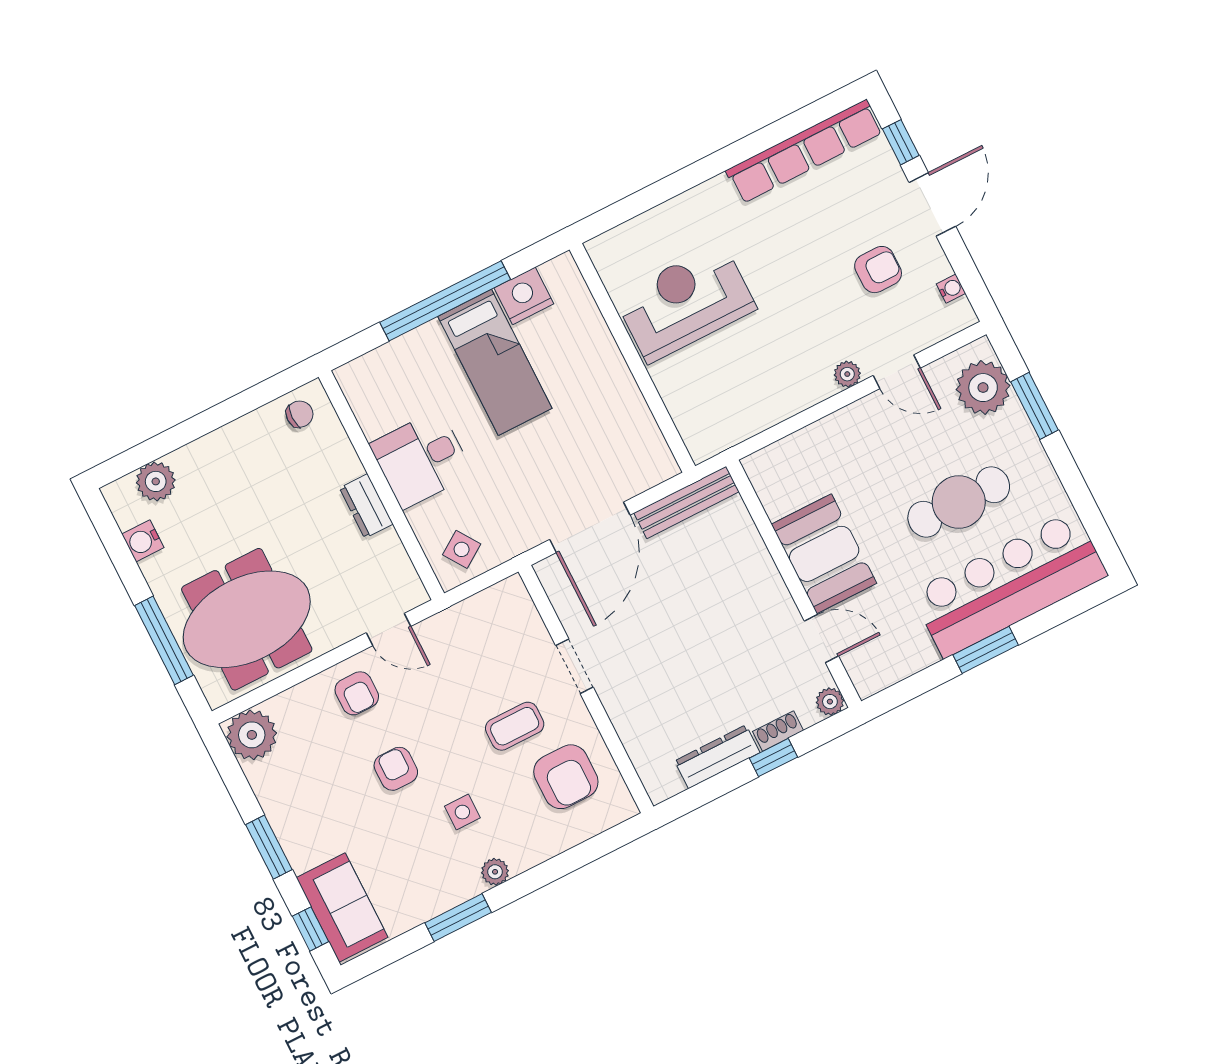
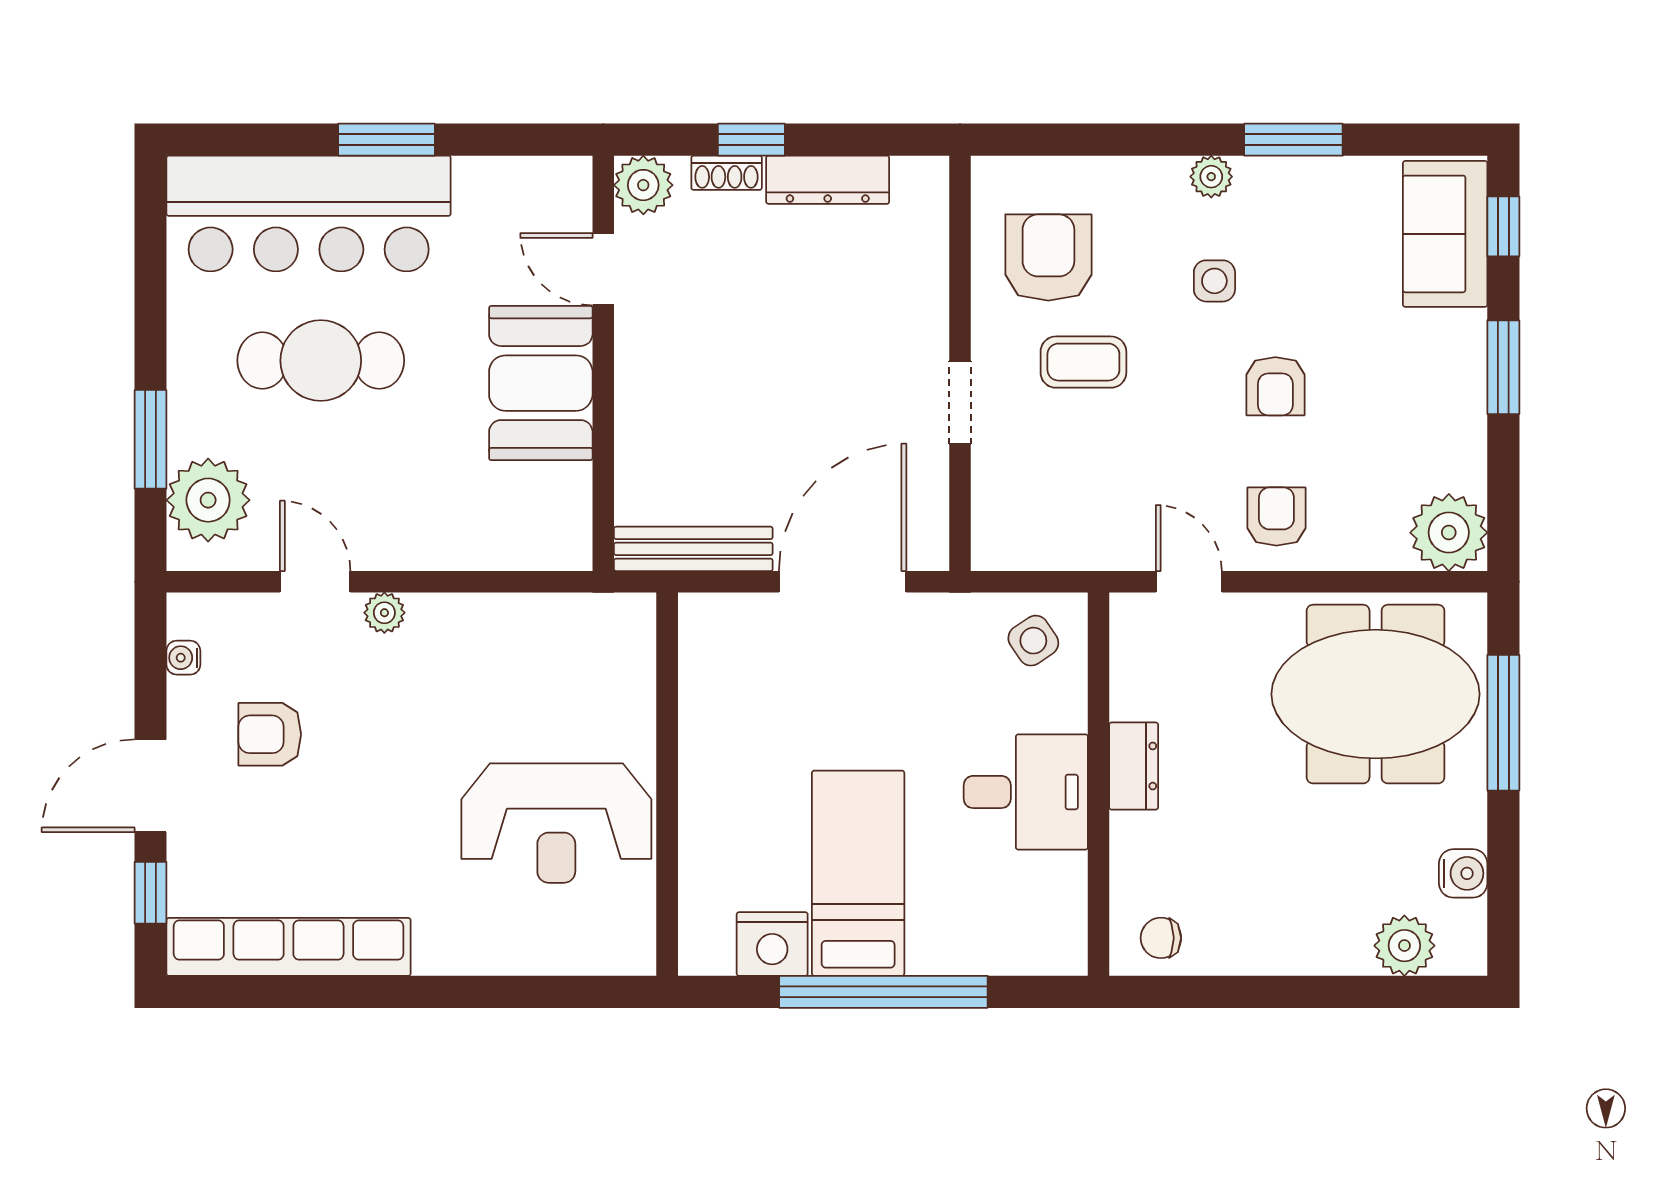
plant: (830, 702) -> (643, 185), width x1.38, depth x1.38

